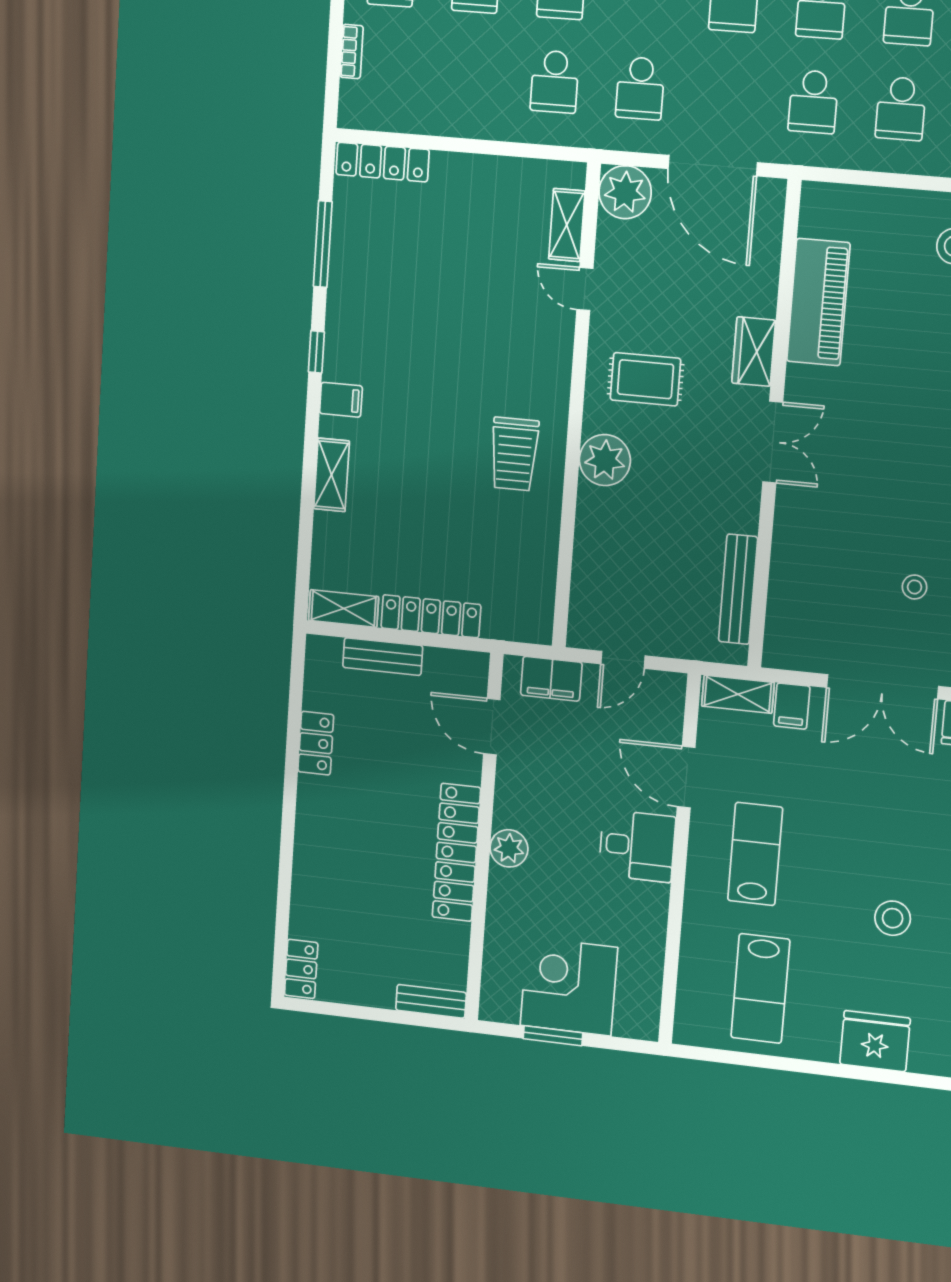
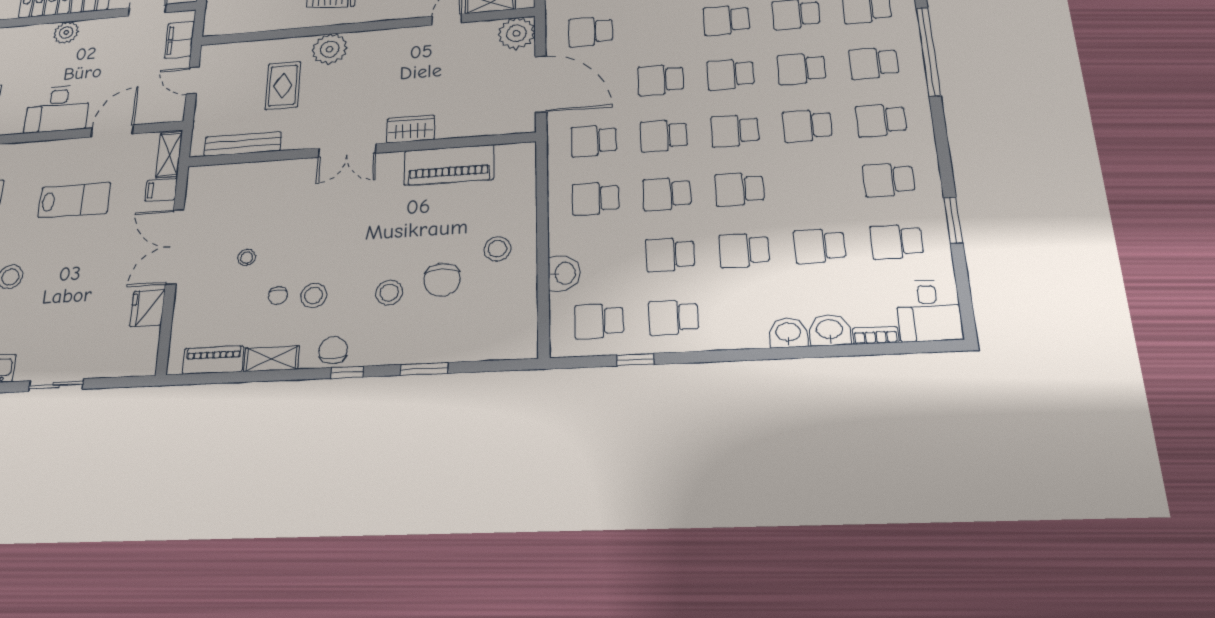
door: (713, 166) -> (541, 84), swing flipped
rug: (645, 379) -> (283, 86), moved
desk: (637, 846) -> (57, 109), width x1.37
lab bench: (755, 854) -> (74, 200), moved

